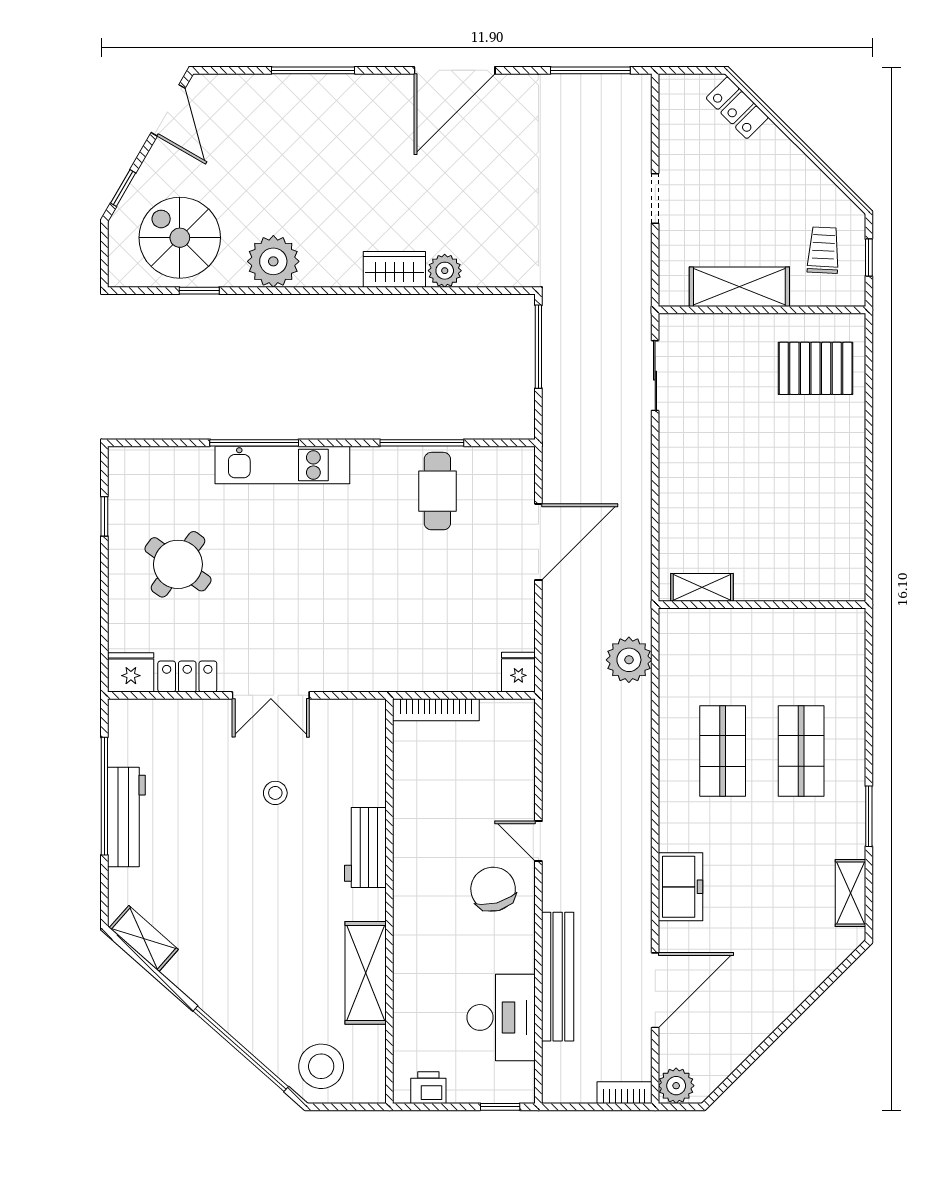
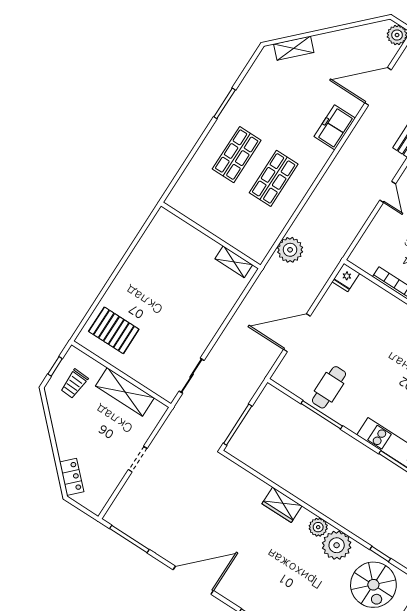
plant: (445, 271) -> (318, 527), moved
shelving: (850, 893) -> (294, 48), moved, turned 45

